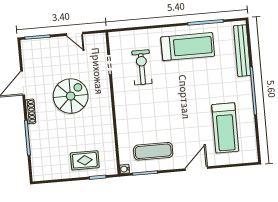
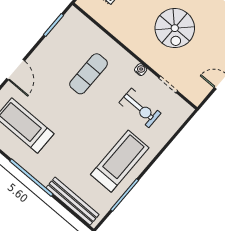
treadmill: (188, 47) -> (120, 161), turned 180
exercise mat: (153, 151) -> (89, 74), moved
water cooler: (125, 169) -> (141, 70), moved

